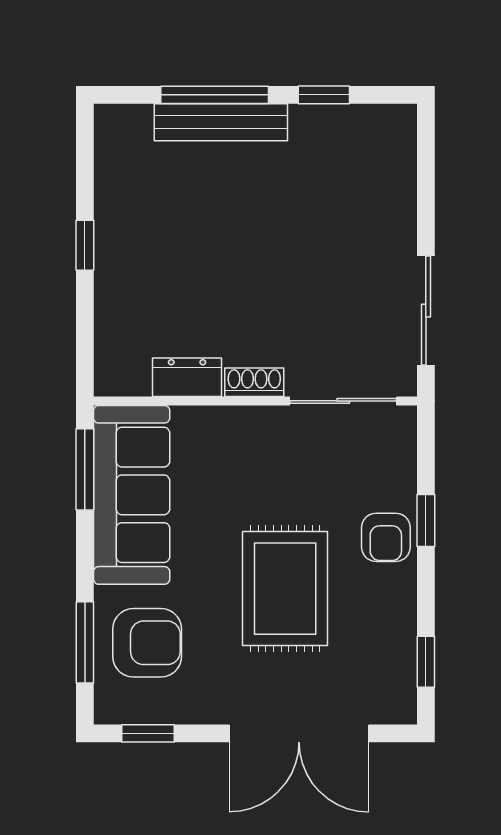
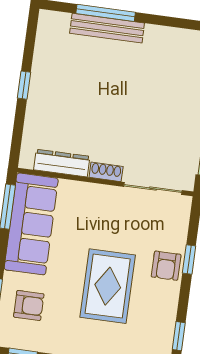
window: (324, 95) -> (165, 21), removed
dresser: (187, 377) -> (62, 163), width x1.44
armchair: (147, 643) -> (29, 305), width x0.72, depth x0.72

